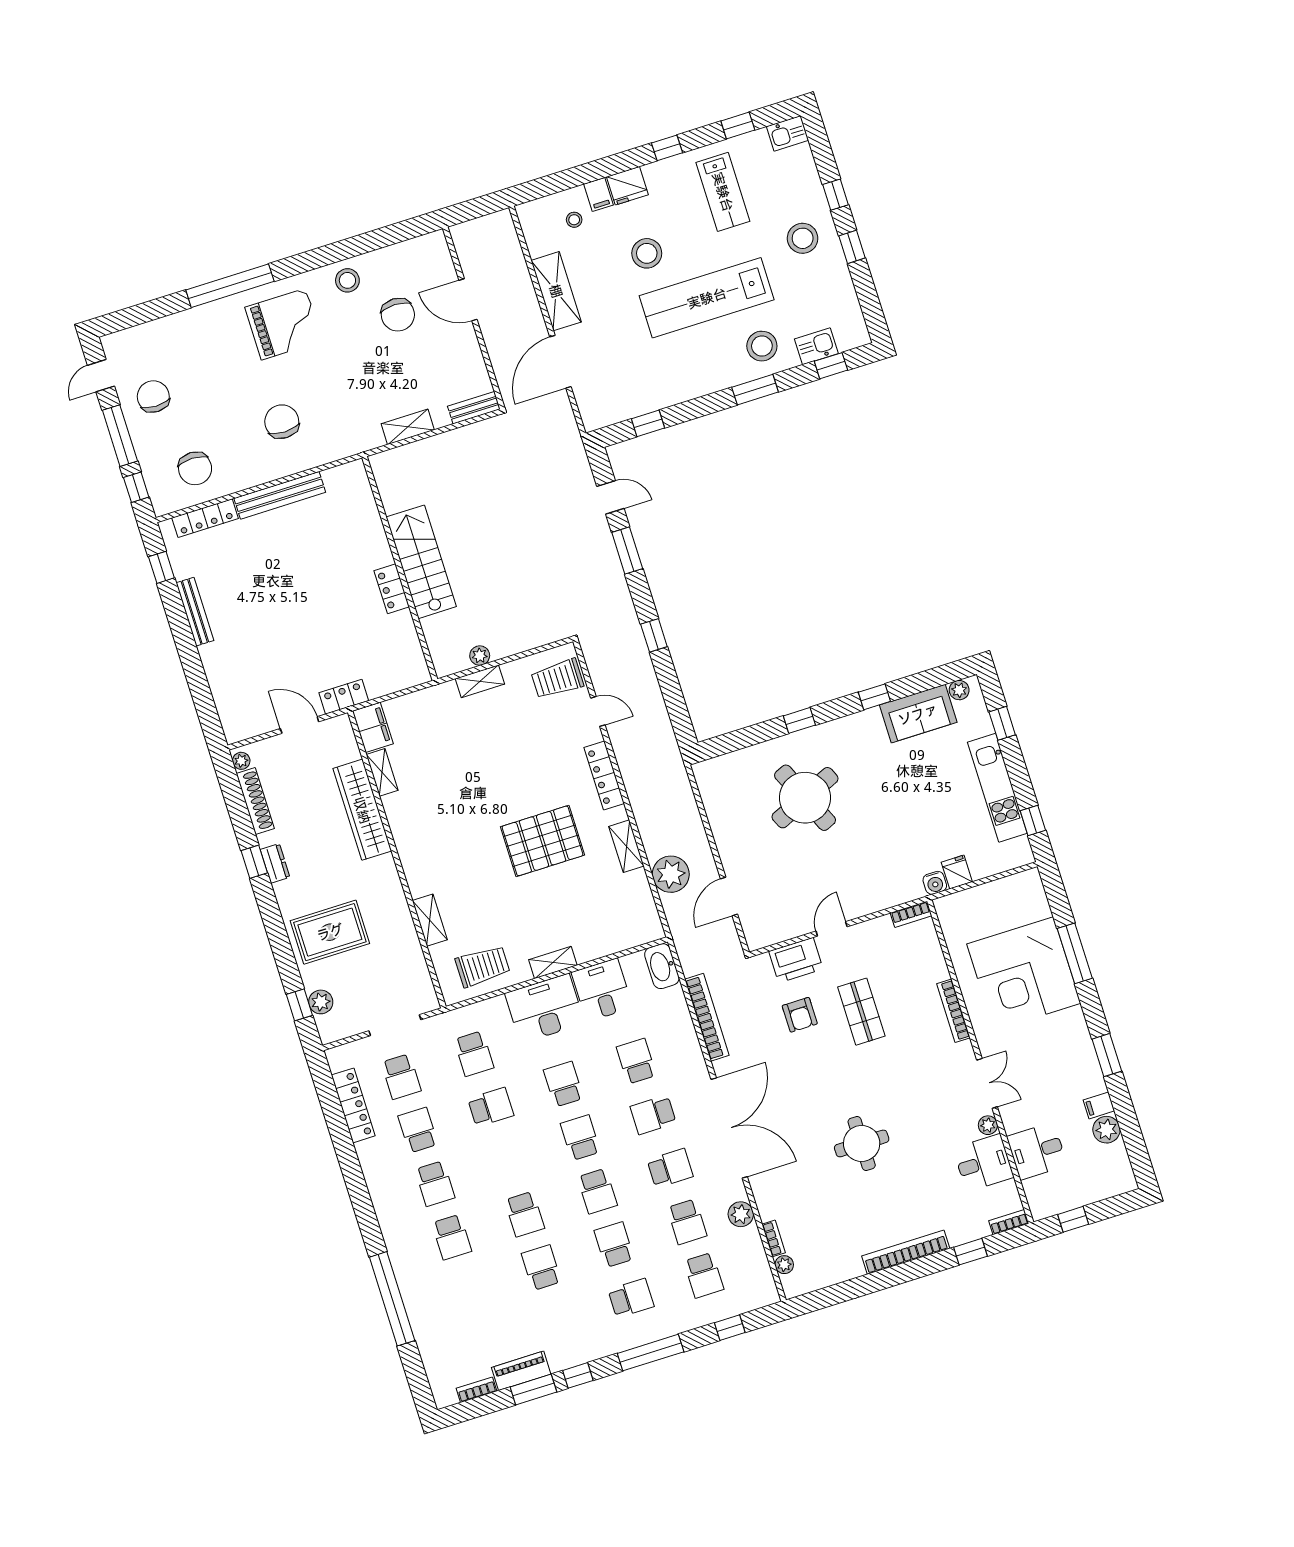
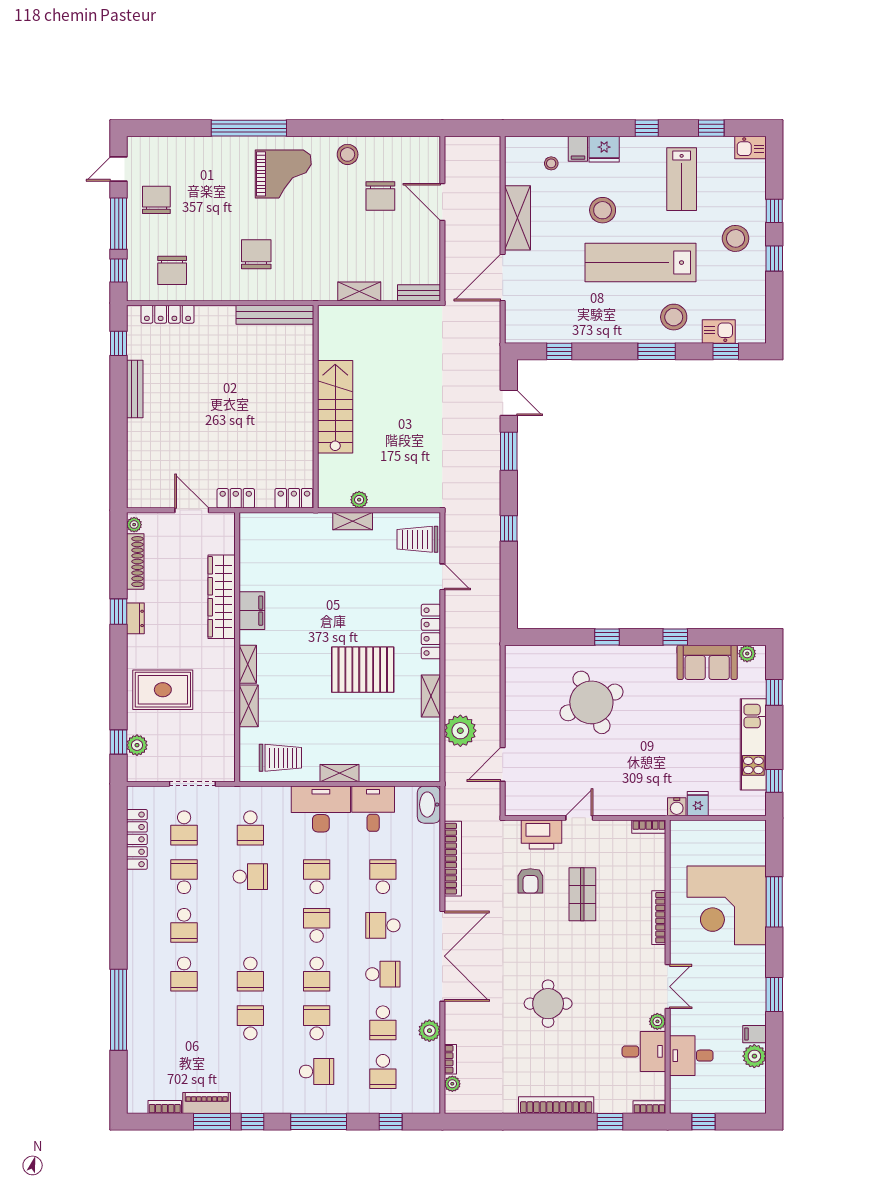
bench: (280, 495) -> (275, 315), moved
locker: (392, 589) -> (294, 498), moved, turned 90
filing cabinet: (373, 727) -> (252, 611), moved
shelving: (382, 772) -> (248, 664), moved

